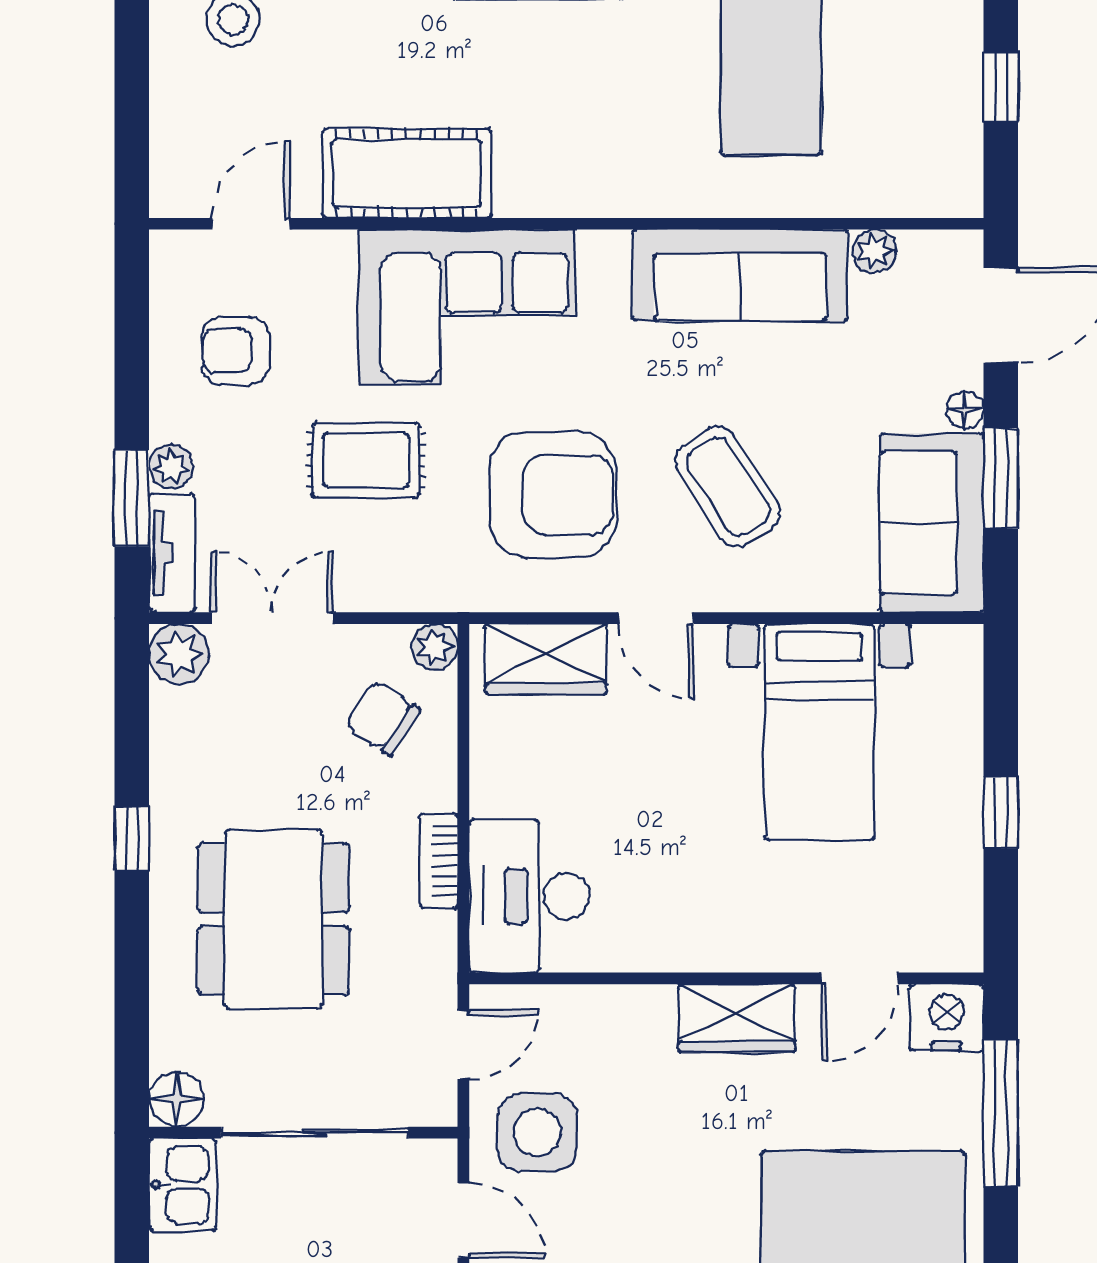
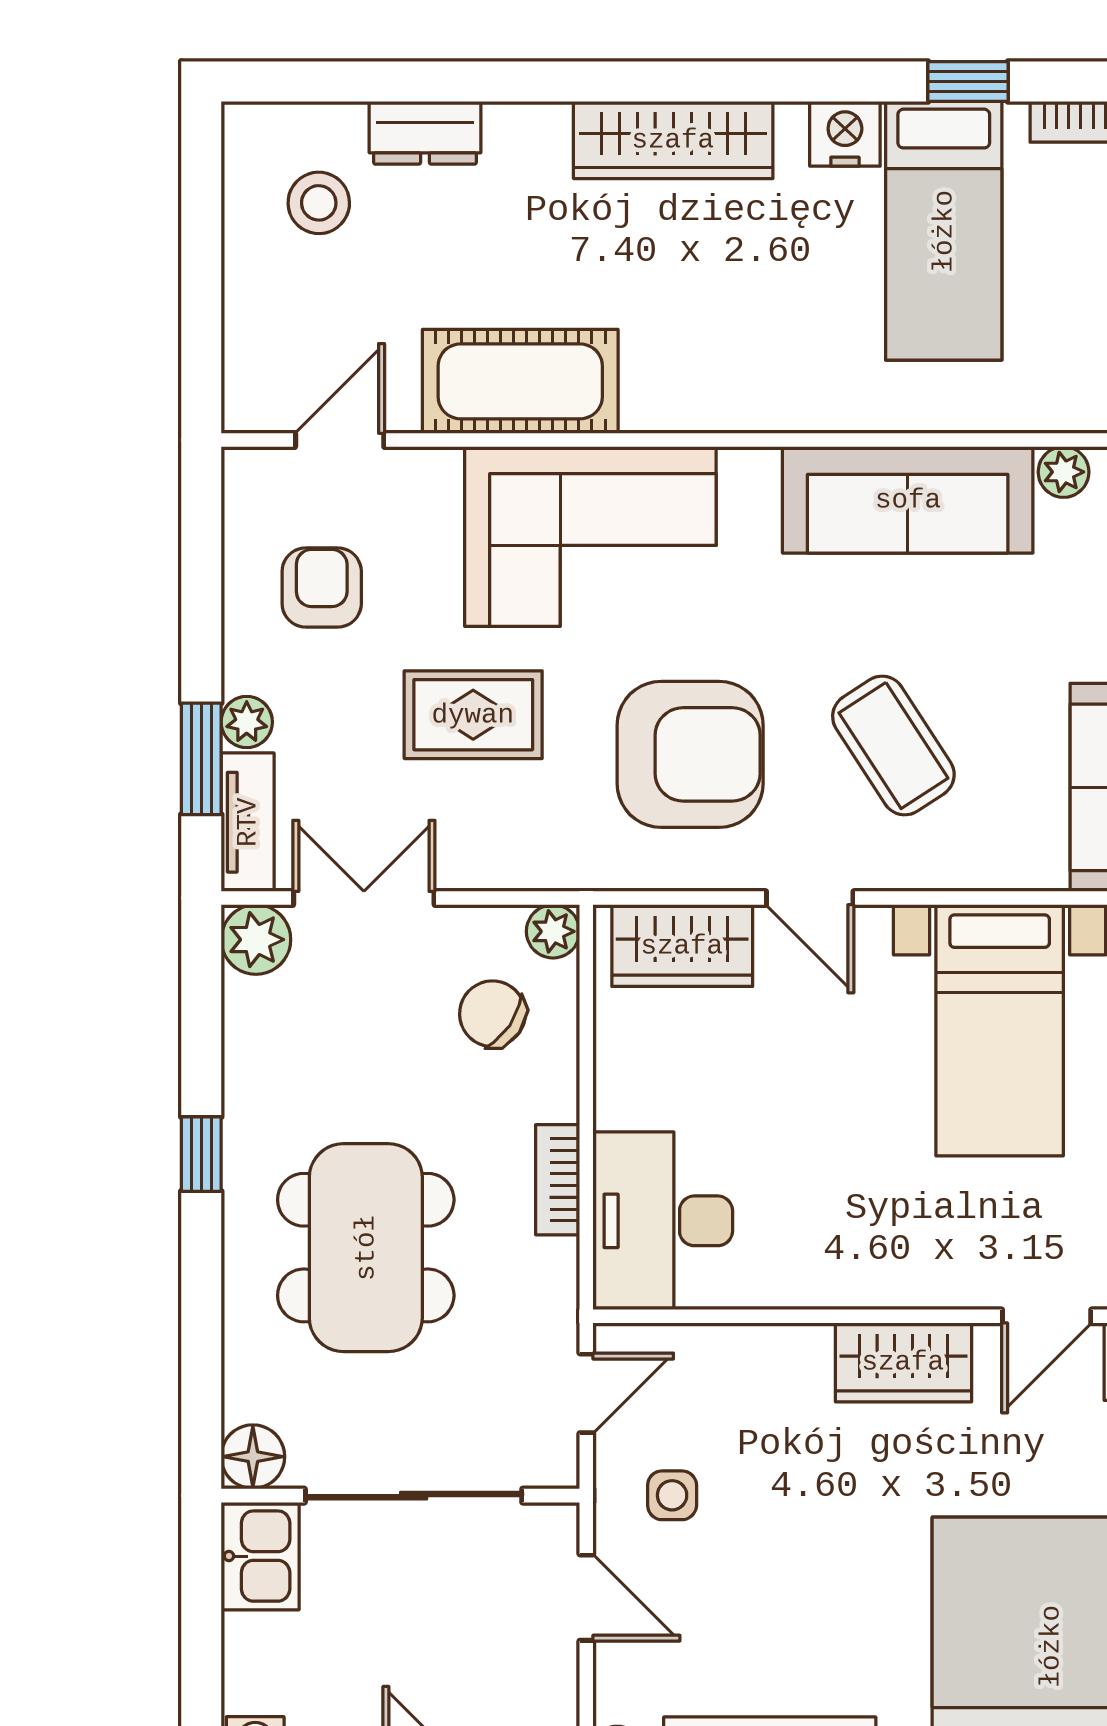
armchair: (236, 351) -> (322, 588), turned 90
side table: (537, 1132) -> (672, 1495), width x0.54, depth x0.54

